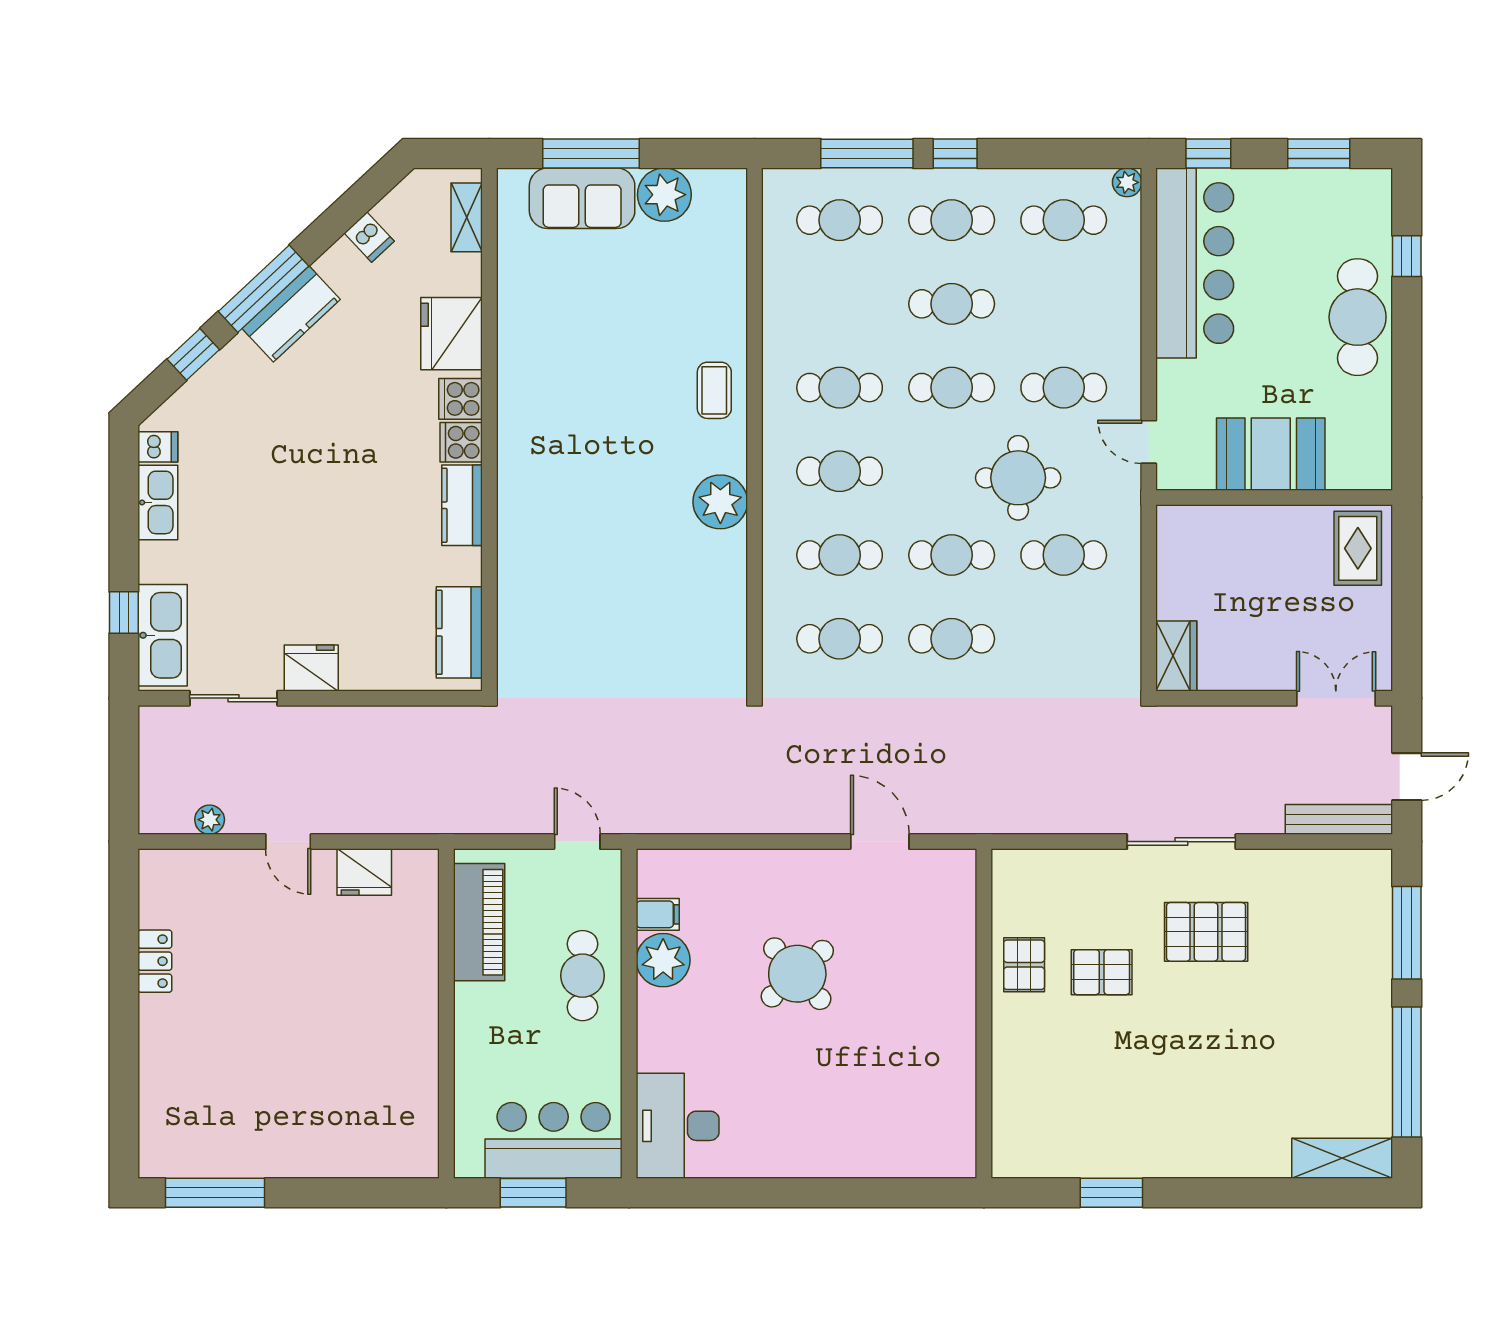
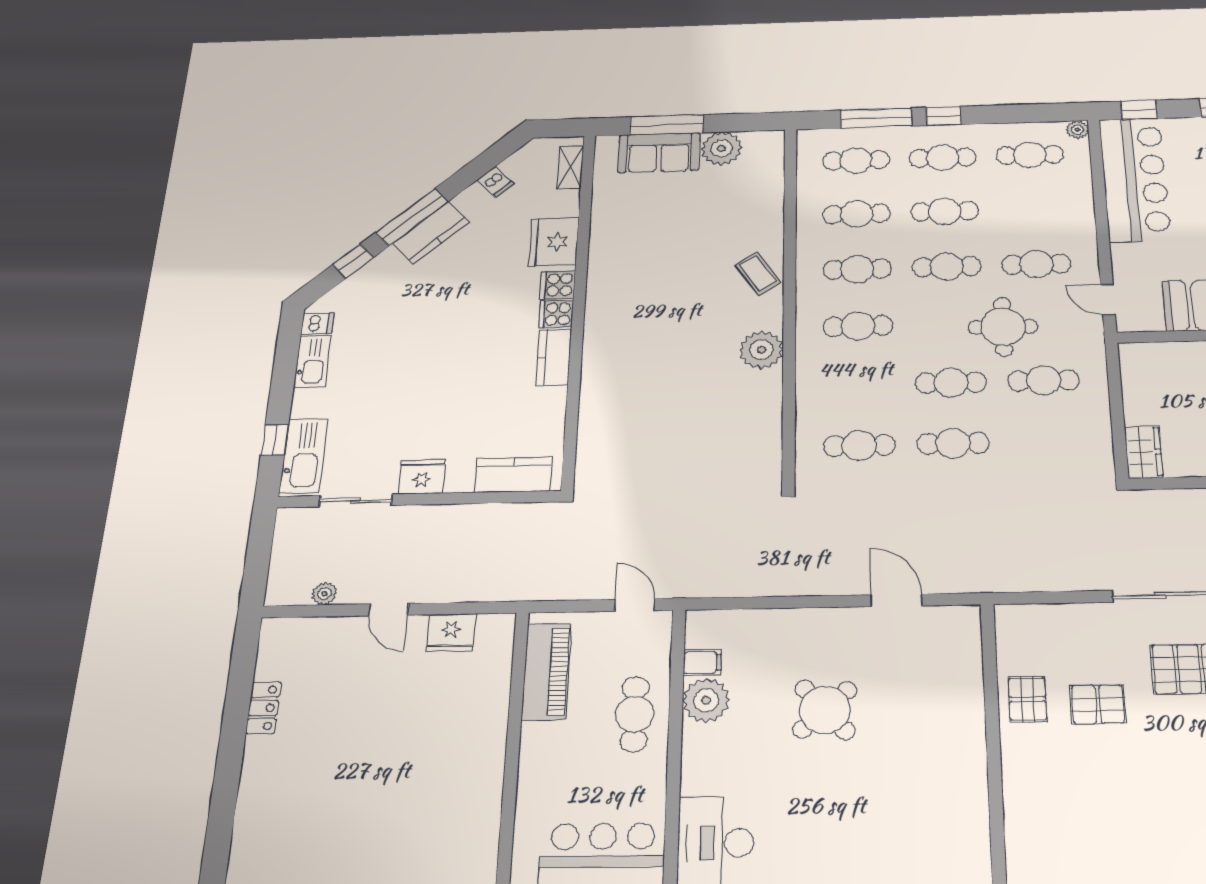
coffee table: (714, 390) -> (758, 274), turned -34
cafe table: (840, 555) -> (857, 214), moved
kitchen counter: (459, 632) -> (513, 475), moved, turned 90

